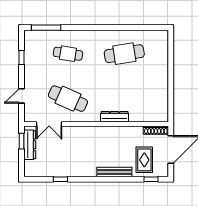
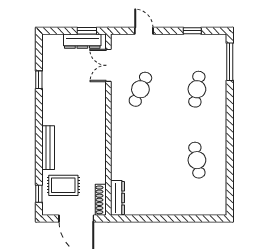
cafe table: (124, 54) -> (197, 160), width x0.73, depth x0.74
cafe table: (68, 99) -> (140, 89), width x0.73, depth x0.74
dresser: (115, 117) -> (118, 198), moved

